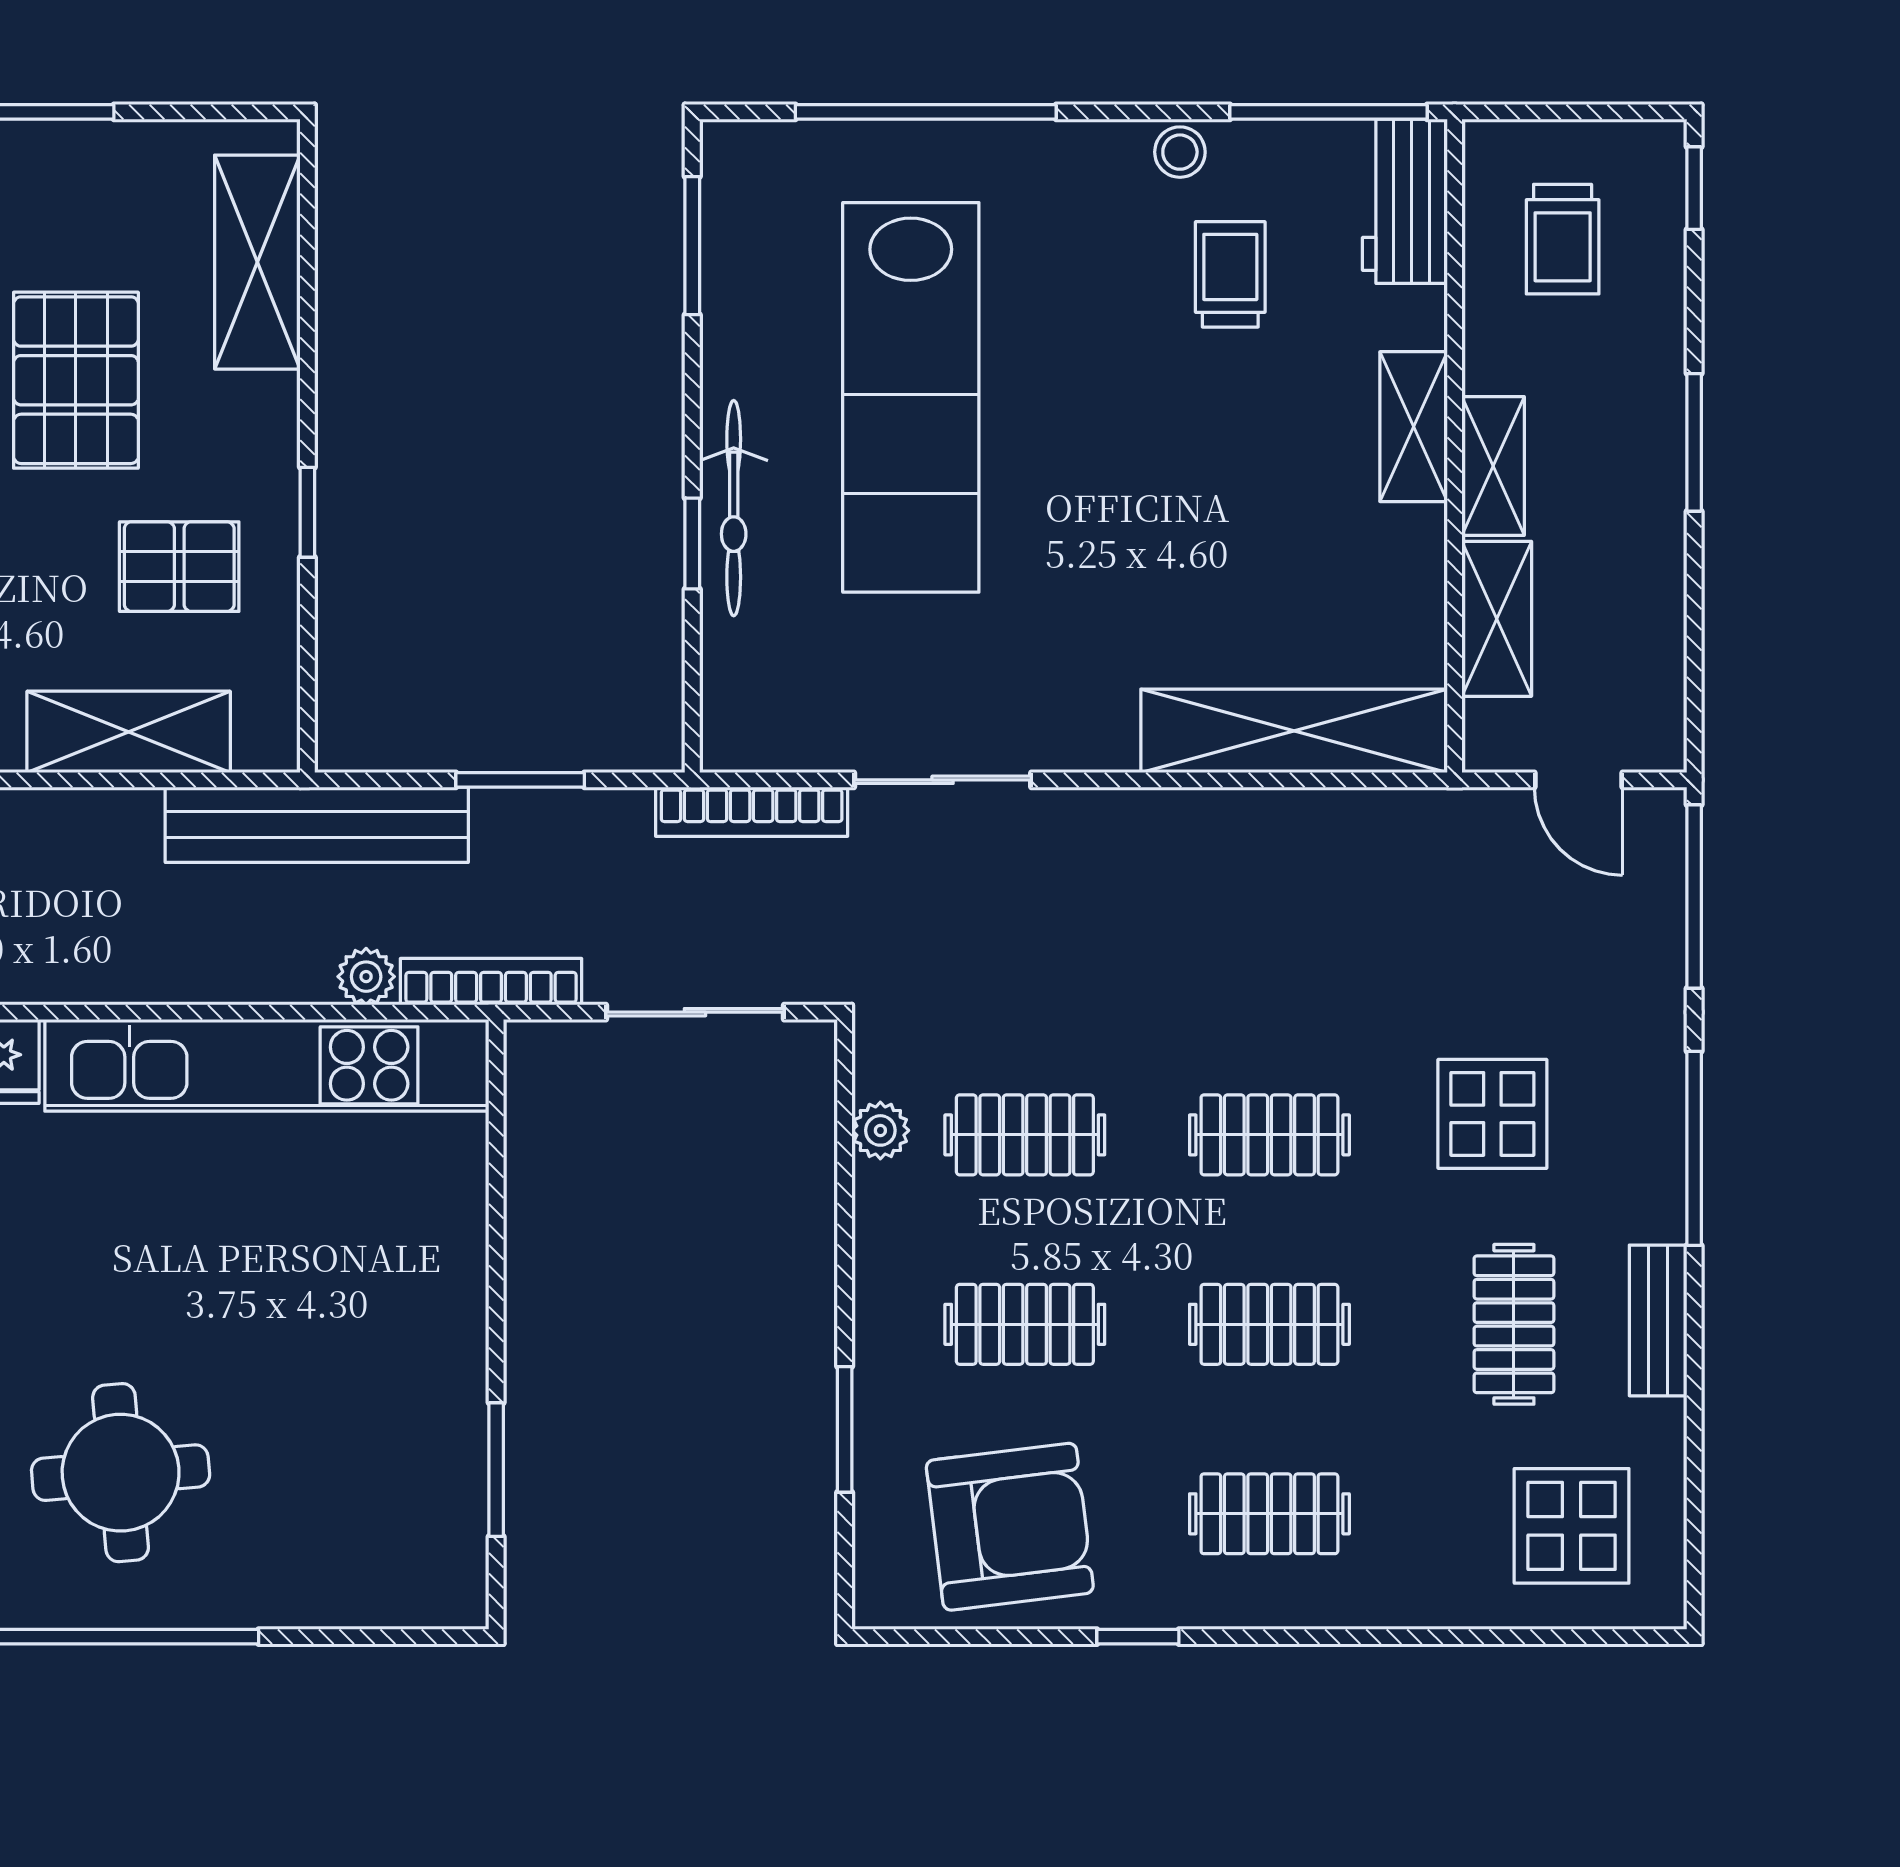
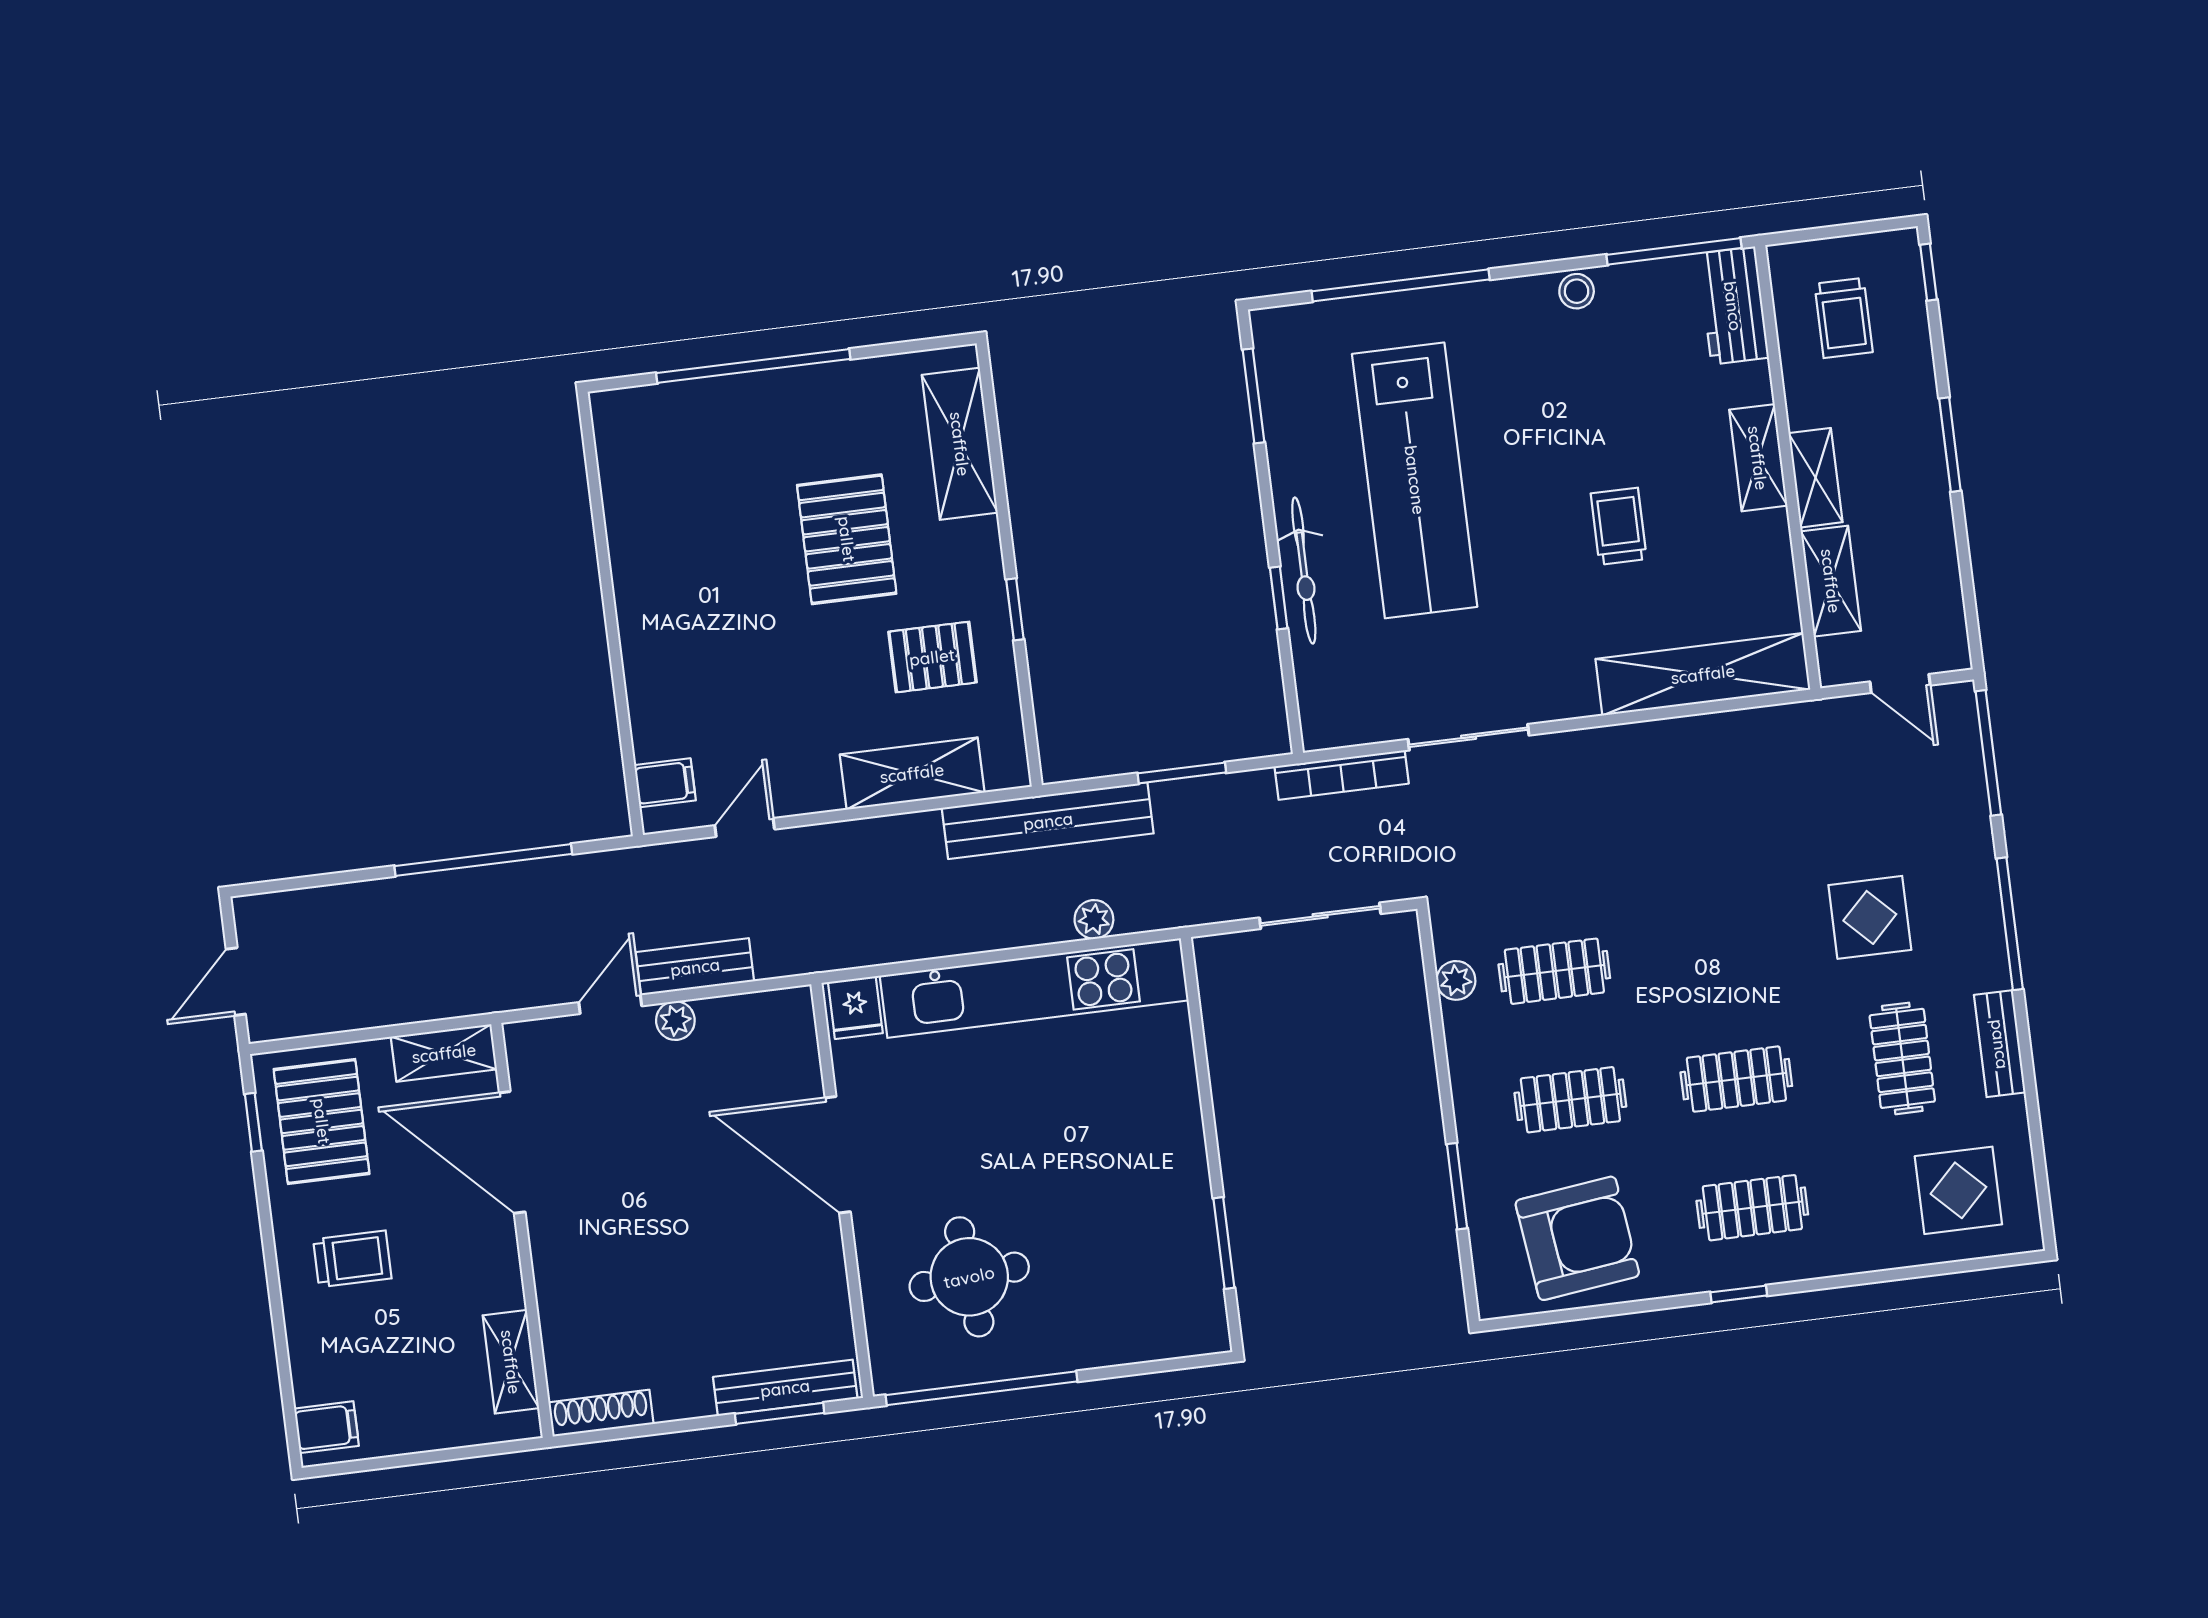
trolley: (1230, 274) -> (1619, 526), moved
bookcase: (491, 982) -> (1179, 912), removed
clothes rail: (1269, 1135) -> (1720, 951), removed
window: (1138, 1637) -> (1739, 1294), moved

